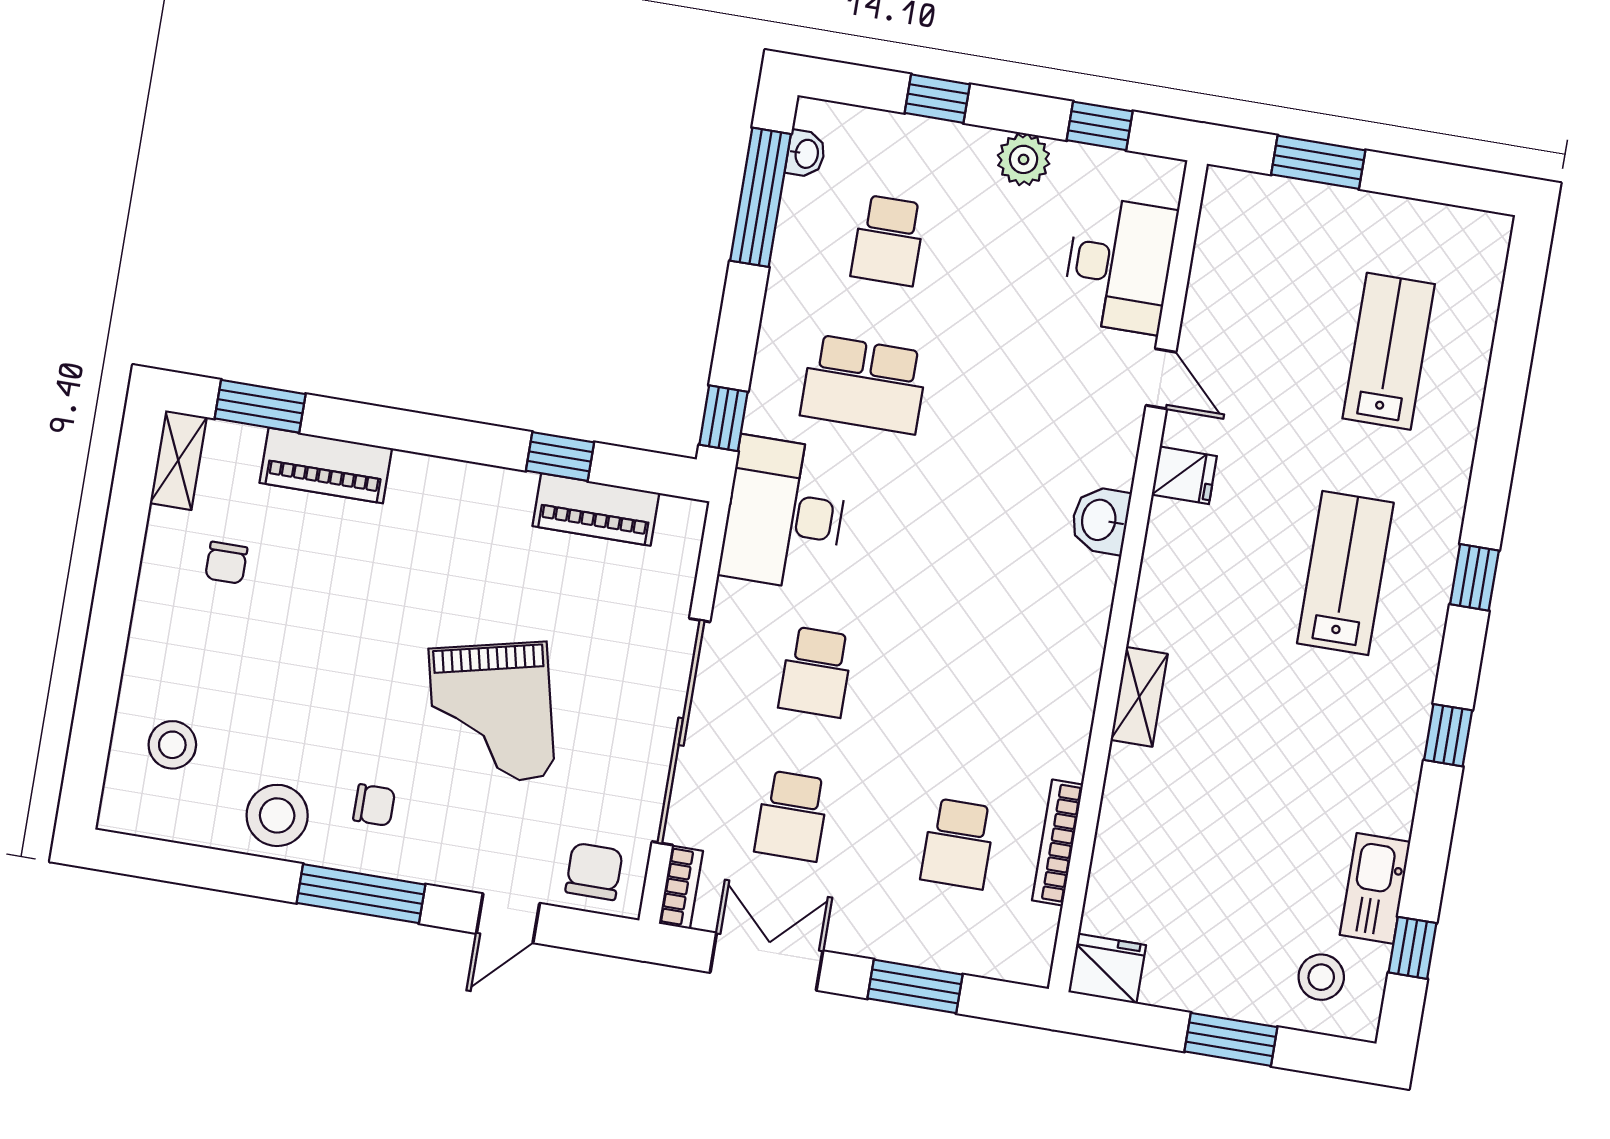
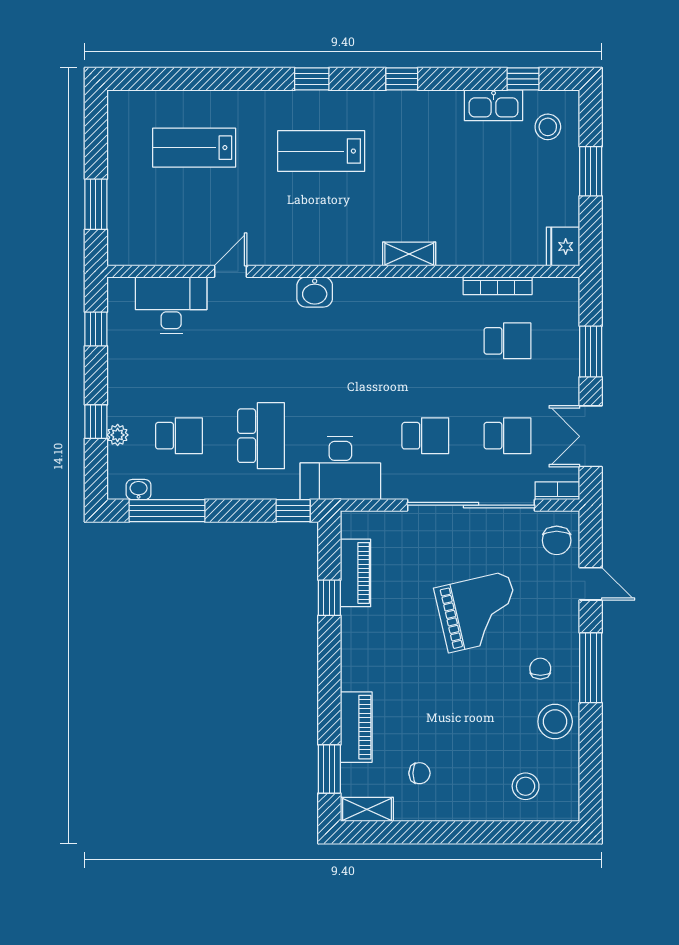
plant: (1024, 159) -> (118, 435), moved, width x0.73, depth x0.73
fridge: (1184, 475) -> (282, 250), removed
chair: (594, 871) -> (557, 540), turned -90

